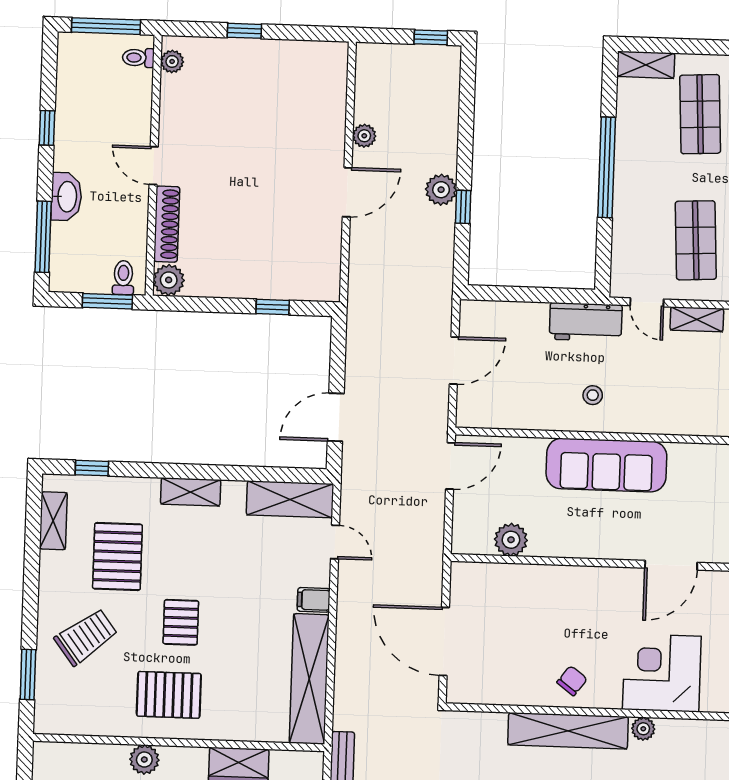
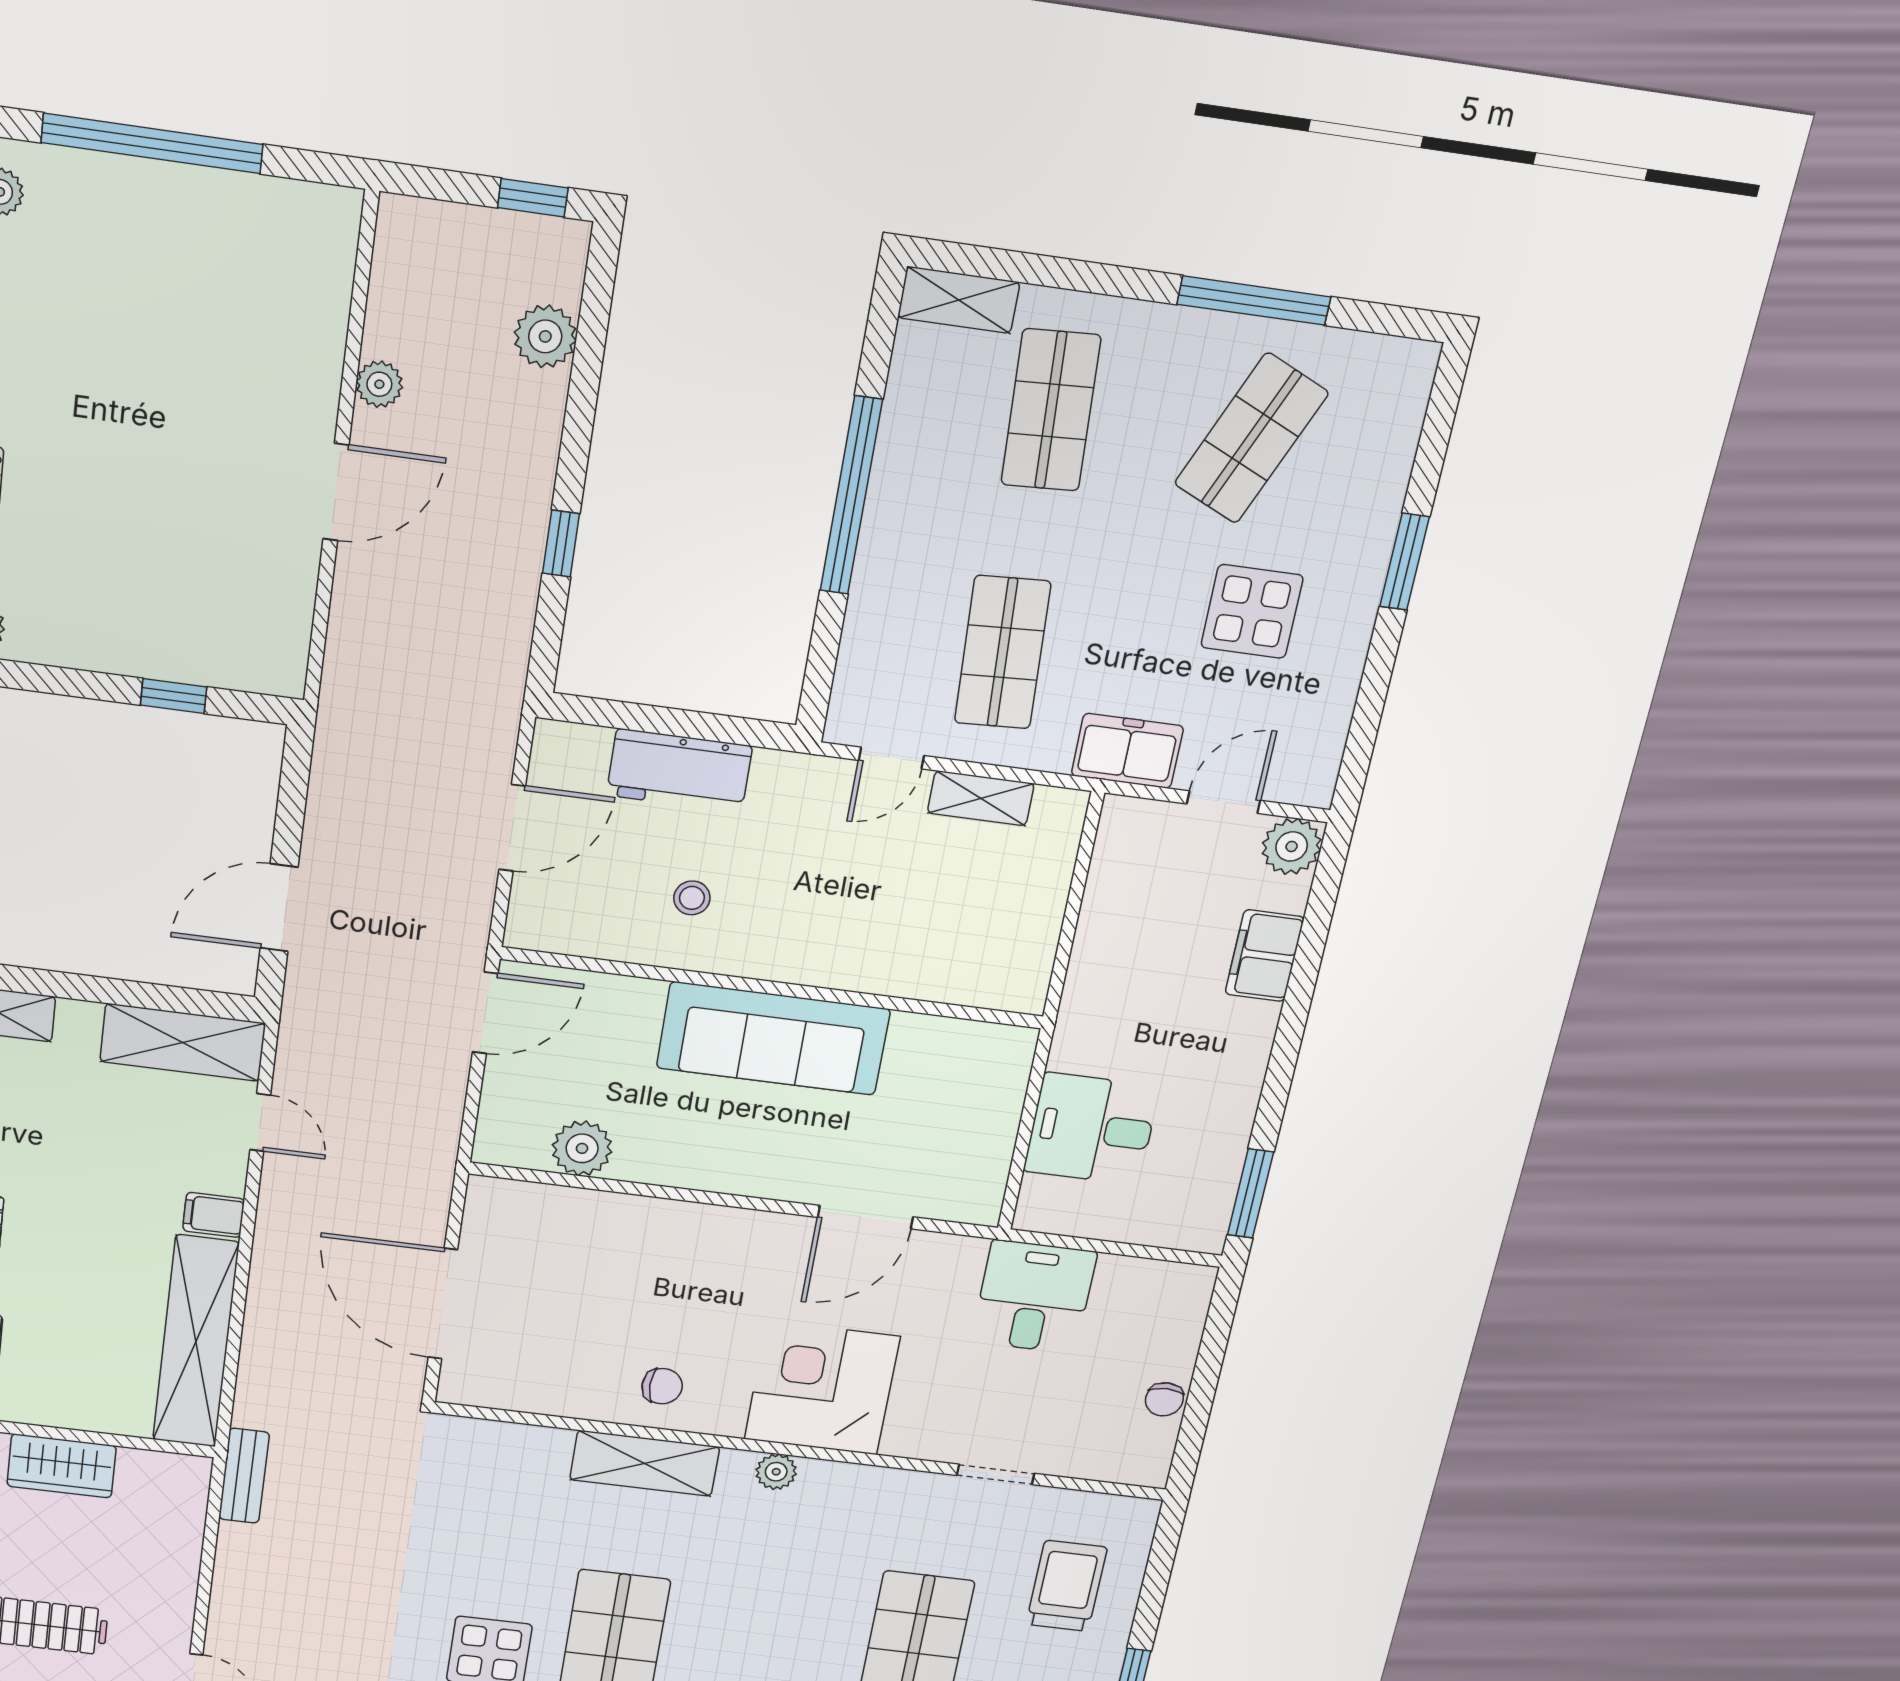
window: (244, 31) -> (152, 143), width x3.17
plant: (441, 190) -> (545, 336), moved
door: (647, 302) -> (891, 758), hinge flipped
workbench: (586, 322) -> (679, 771), moved
stool: (593, 395) -> (692, 898), moved
chair: (572, 681) -> (662, 1386), turned 53
shelving: (568, 731) -> (645, 1463), width x0.68

